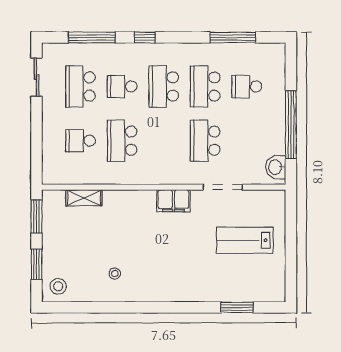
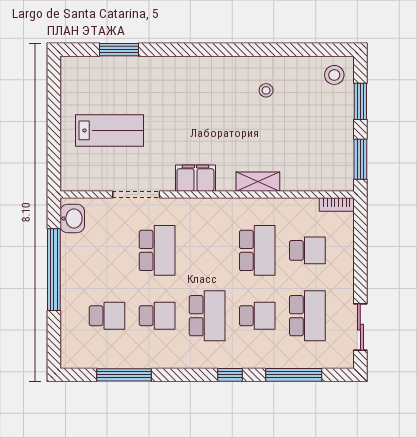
school desk: (205, 86) -> (157, 316), width x0.54
bookcase: (56, 179) -> (337, 205), added
shelving: (84, 198) -> (258, 182), moved

